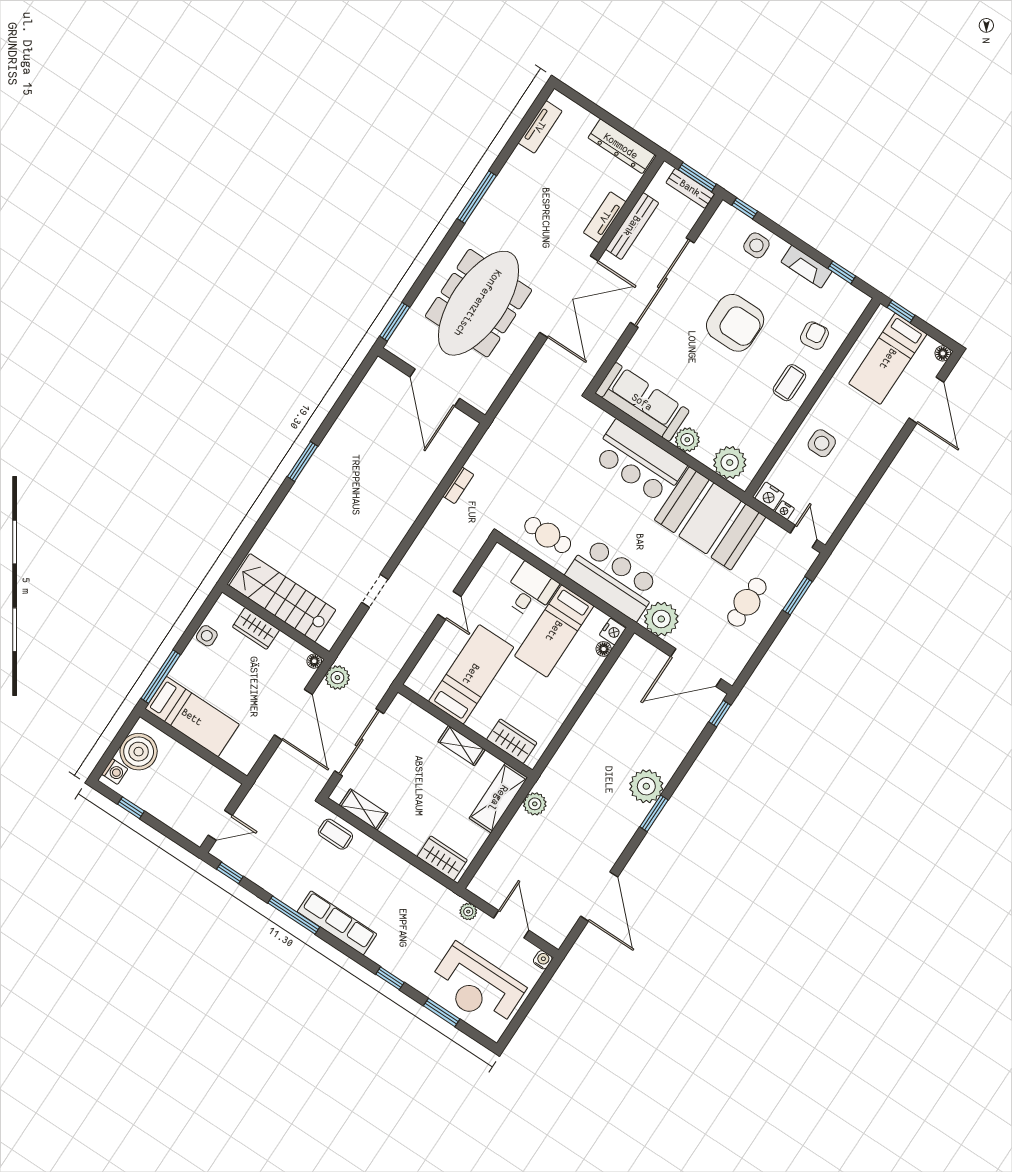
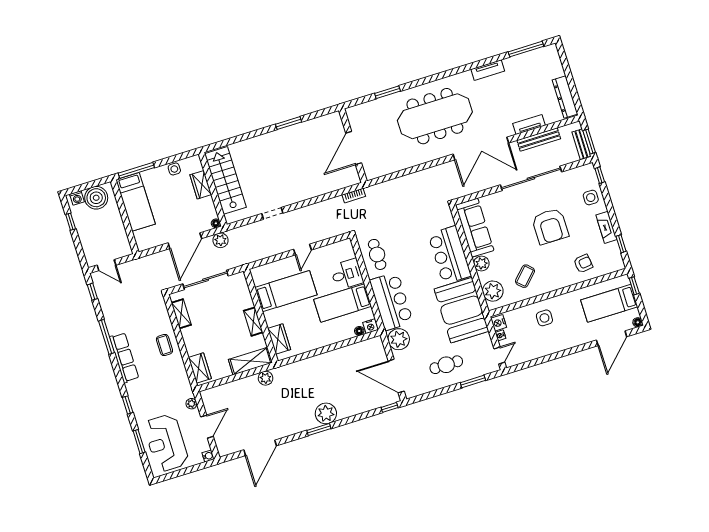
tv unit: (540, 127) -> (488, 70), moved
window: (477, 197) -> (526, 49), moved
coffee table: (789, 383) -> (525, 276), moved, turned -46
wall: (431, 385) -> (353, 146), moved
door: (435, 388) -> (354, 148), moved
coffee table: (335, 834) -> (164, 345), moved

